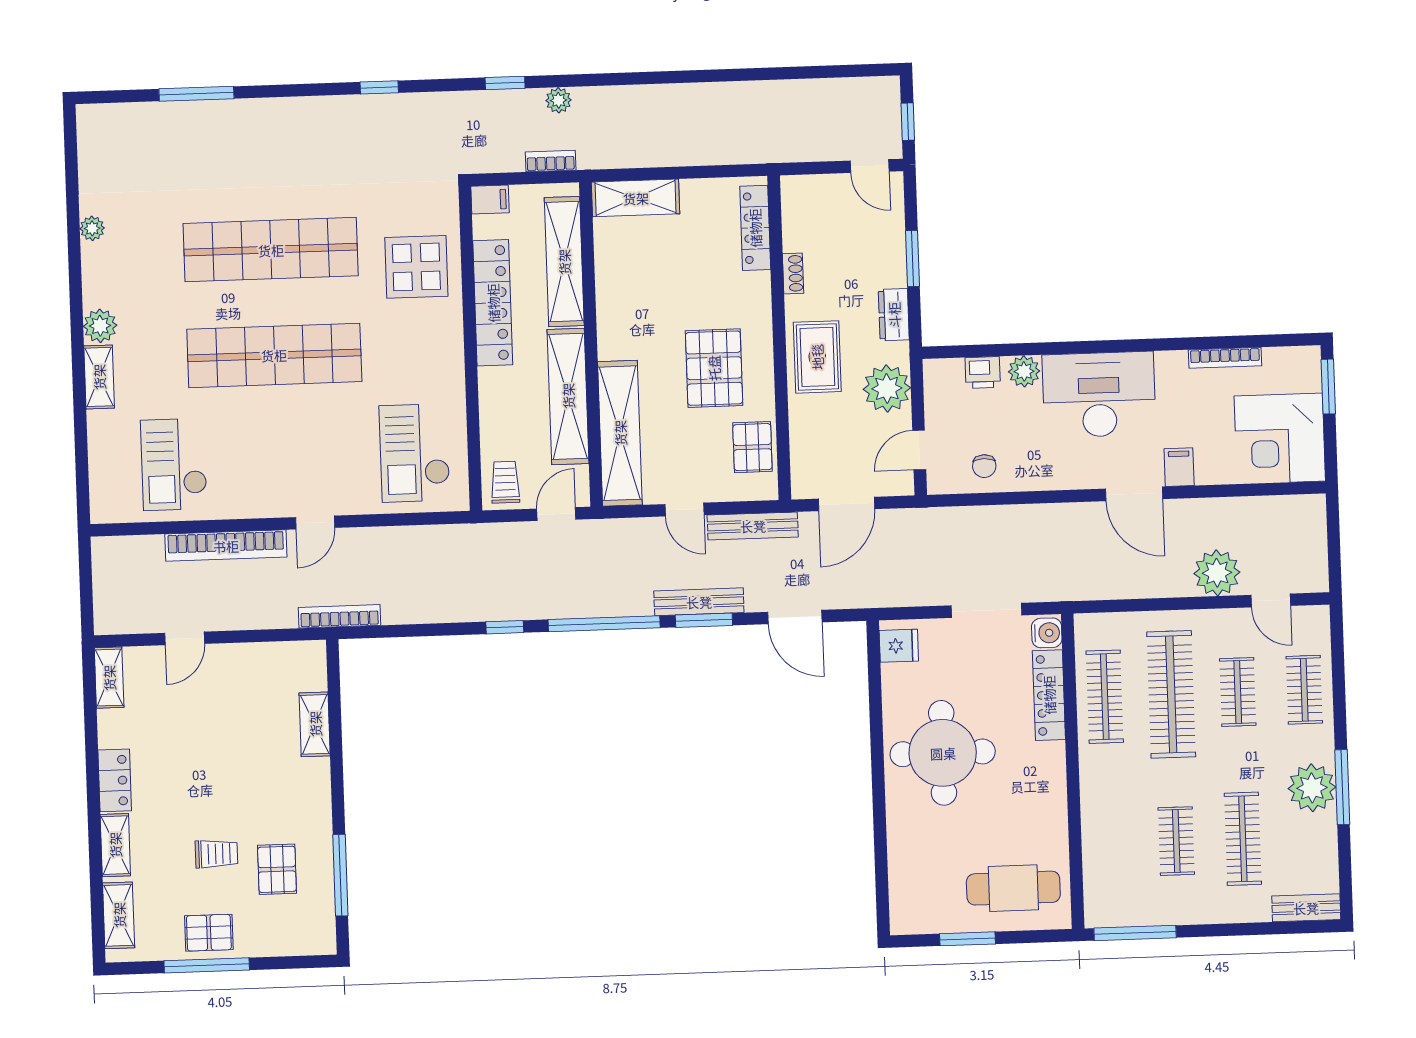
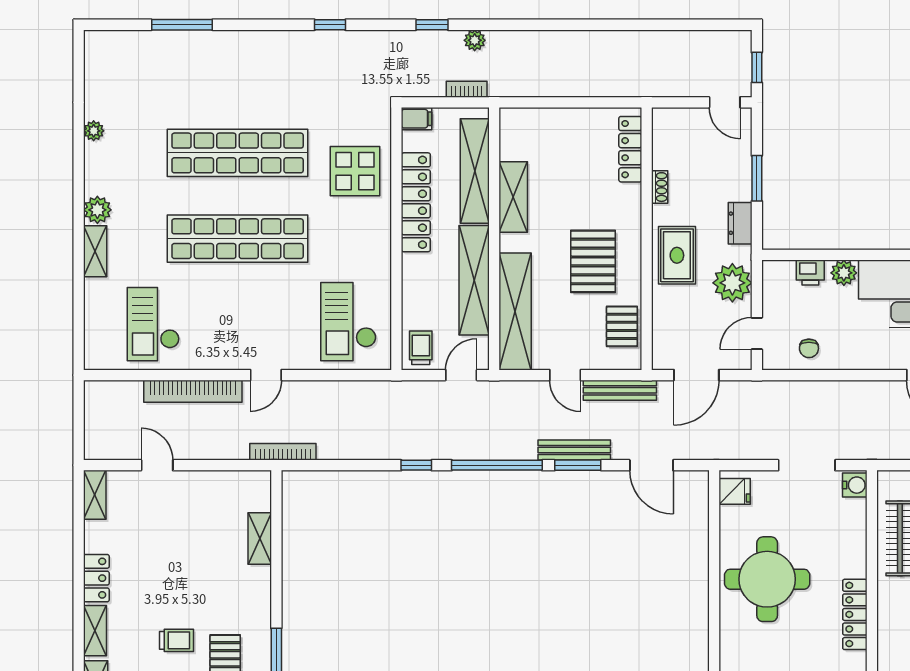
shelving: (636, 198) -> (513, 197), moved, turned 90
door: (185, 638) -> (157, 465), swing flipped
locker: (1049, 695) -> (855, 614), moved

